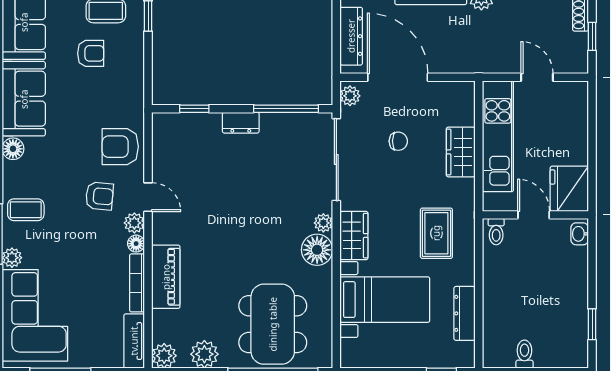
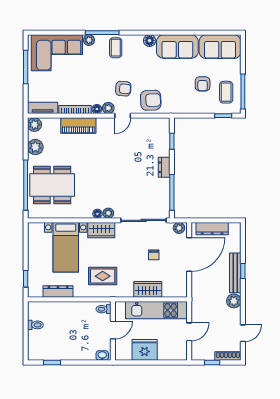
armchair: (120, 147) -> (151, 100), turned 87
fridge: (569, 189) -> (145, 350), moved
armchair: (99, 196) -> (123, 89), turned -90
floor lamp: (317, 250) -> (97, 214), width x0.53, depth x0.53

